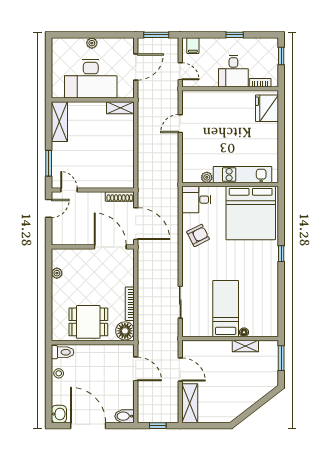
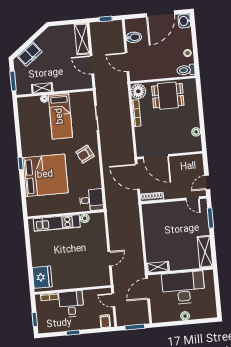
door: (136, 67) -> (148, 289), moved
bed: (251, 213) -> (45, 175), moved, turned 90
armchair: (198, 235) -> (85, 154), moved
freezer: (258, 390) -> (29, 54), added
bidet: (125, 416) -> (134, 37), moved
door: (88, 426) -> (160, 14), hinge flipped

